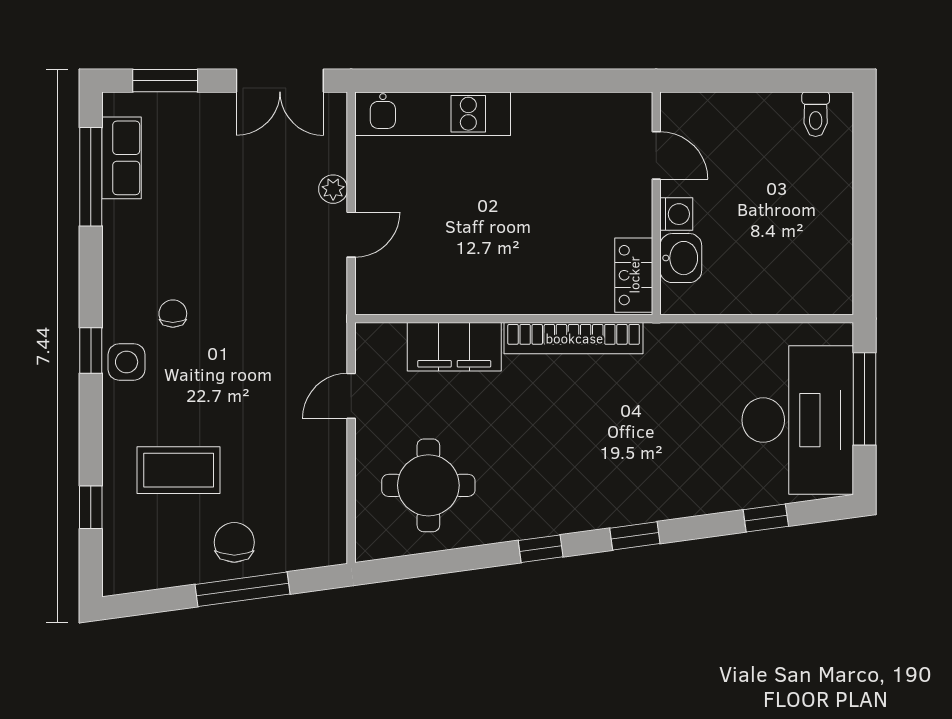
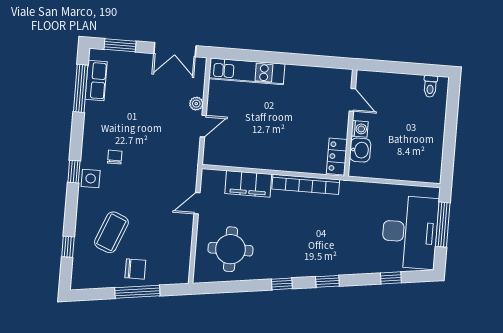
coffee table: (179, 470) -> (111, 232), turned -68
chair: (234, 542) -> (135, 269), turned 90

